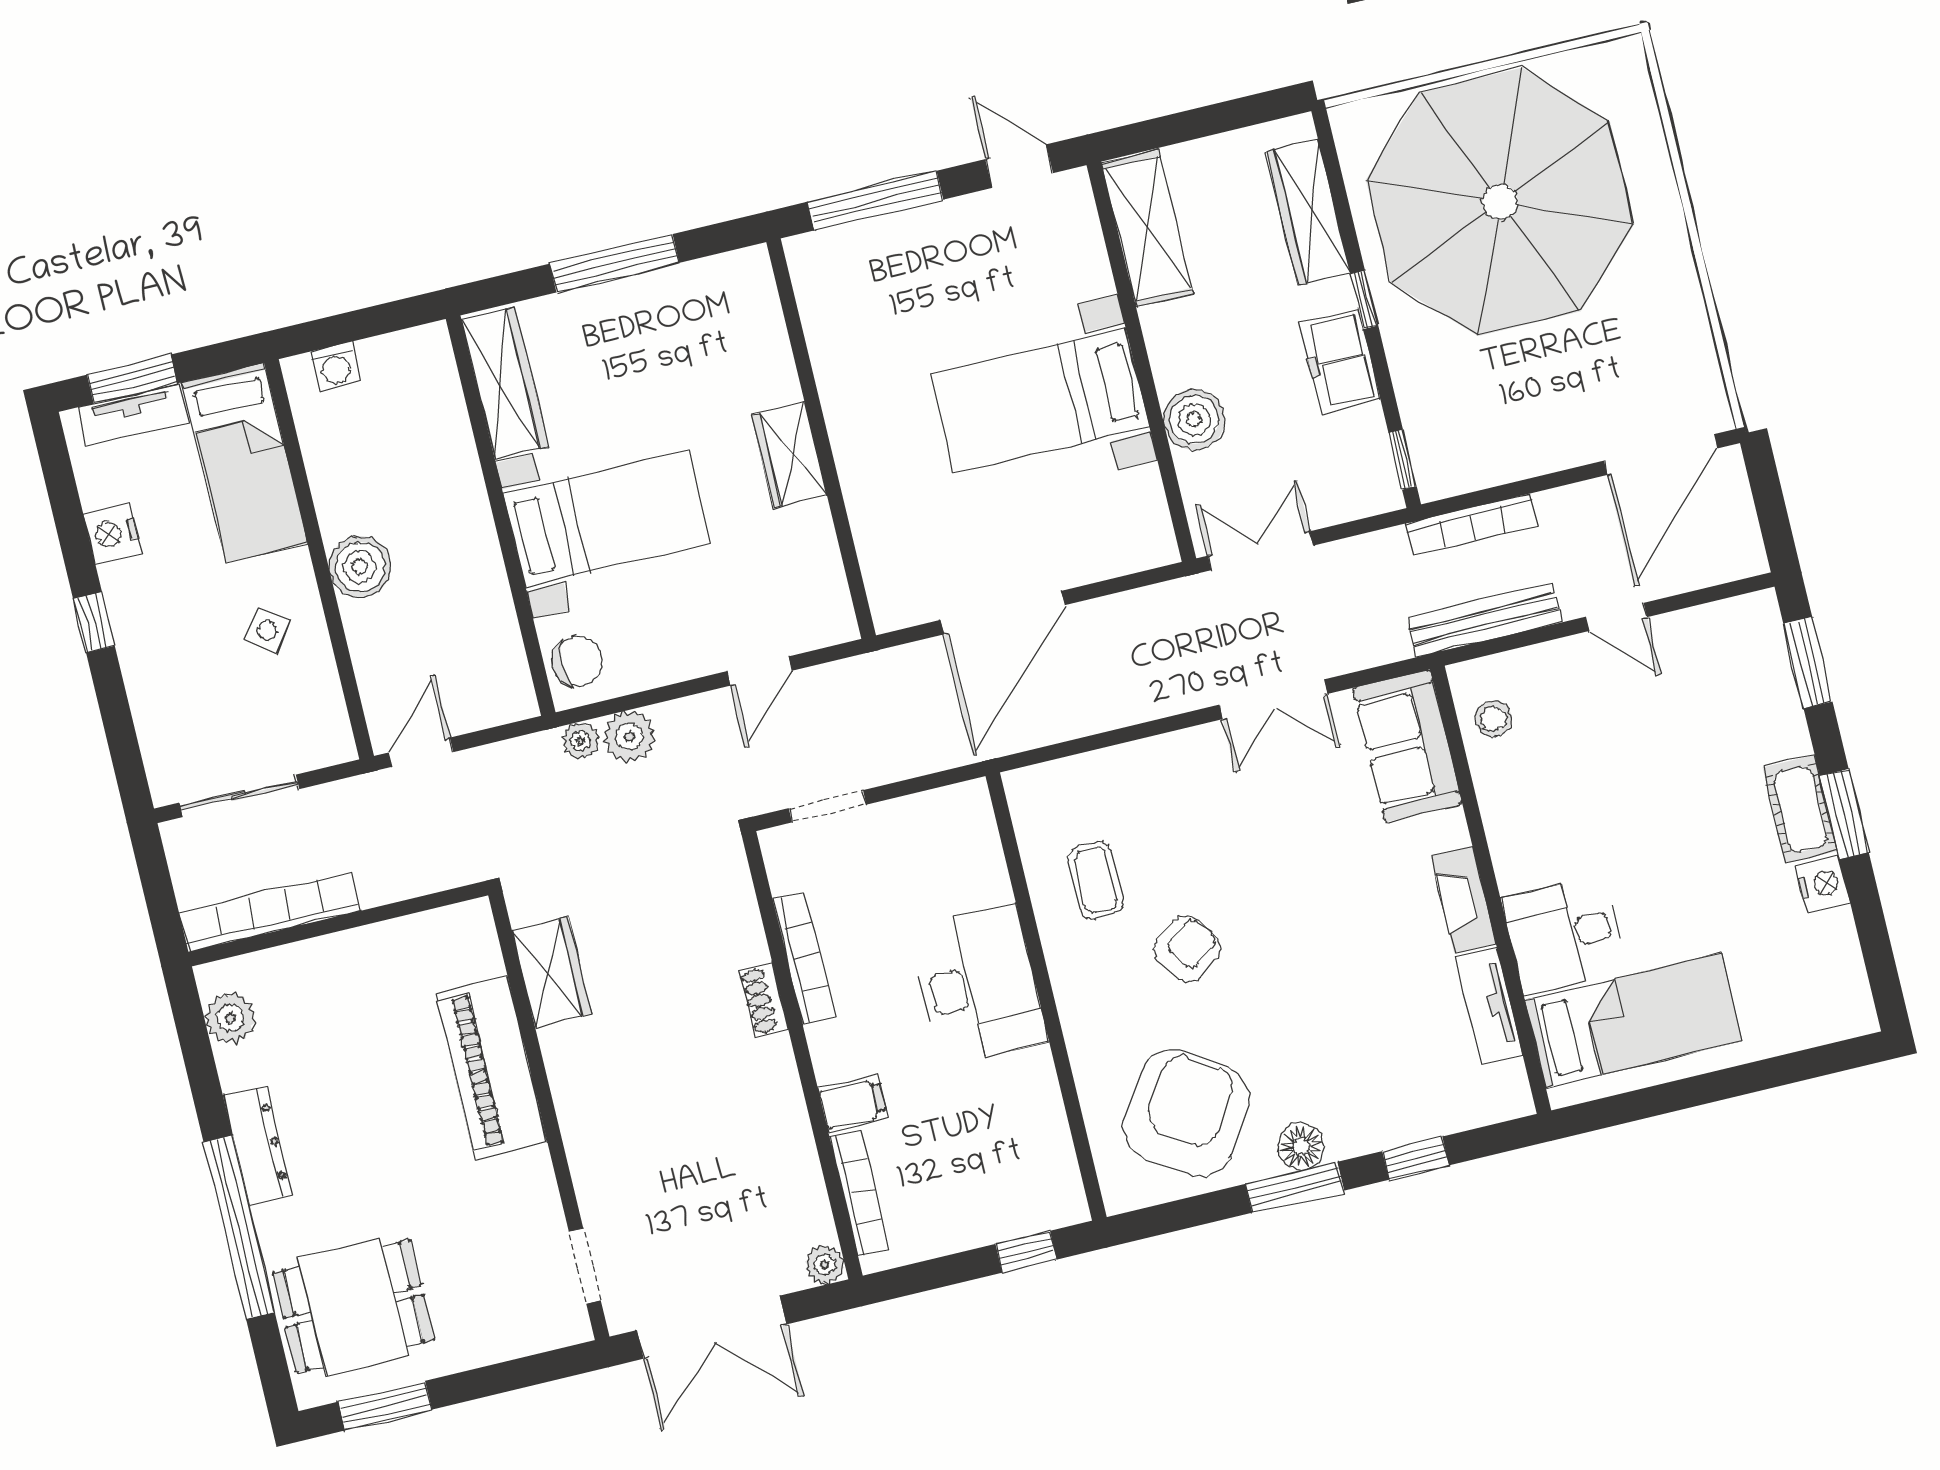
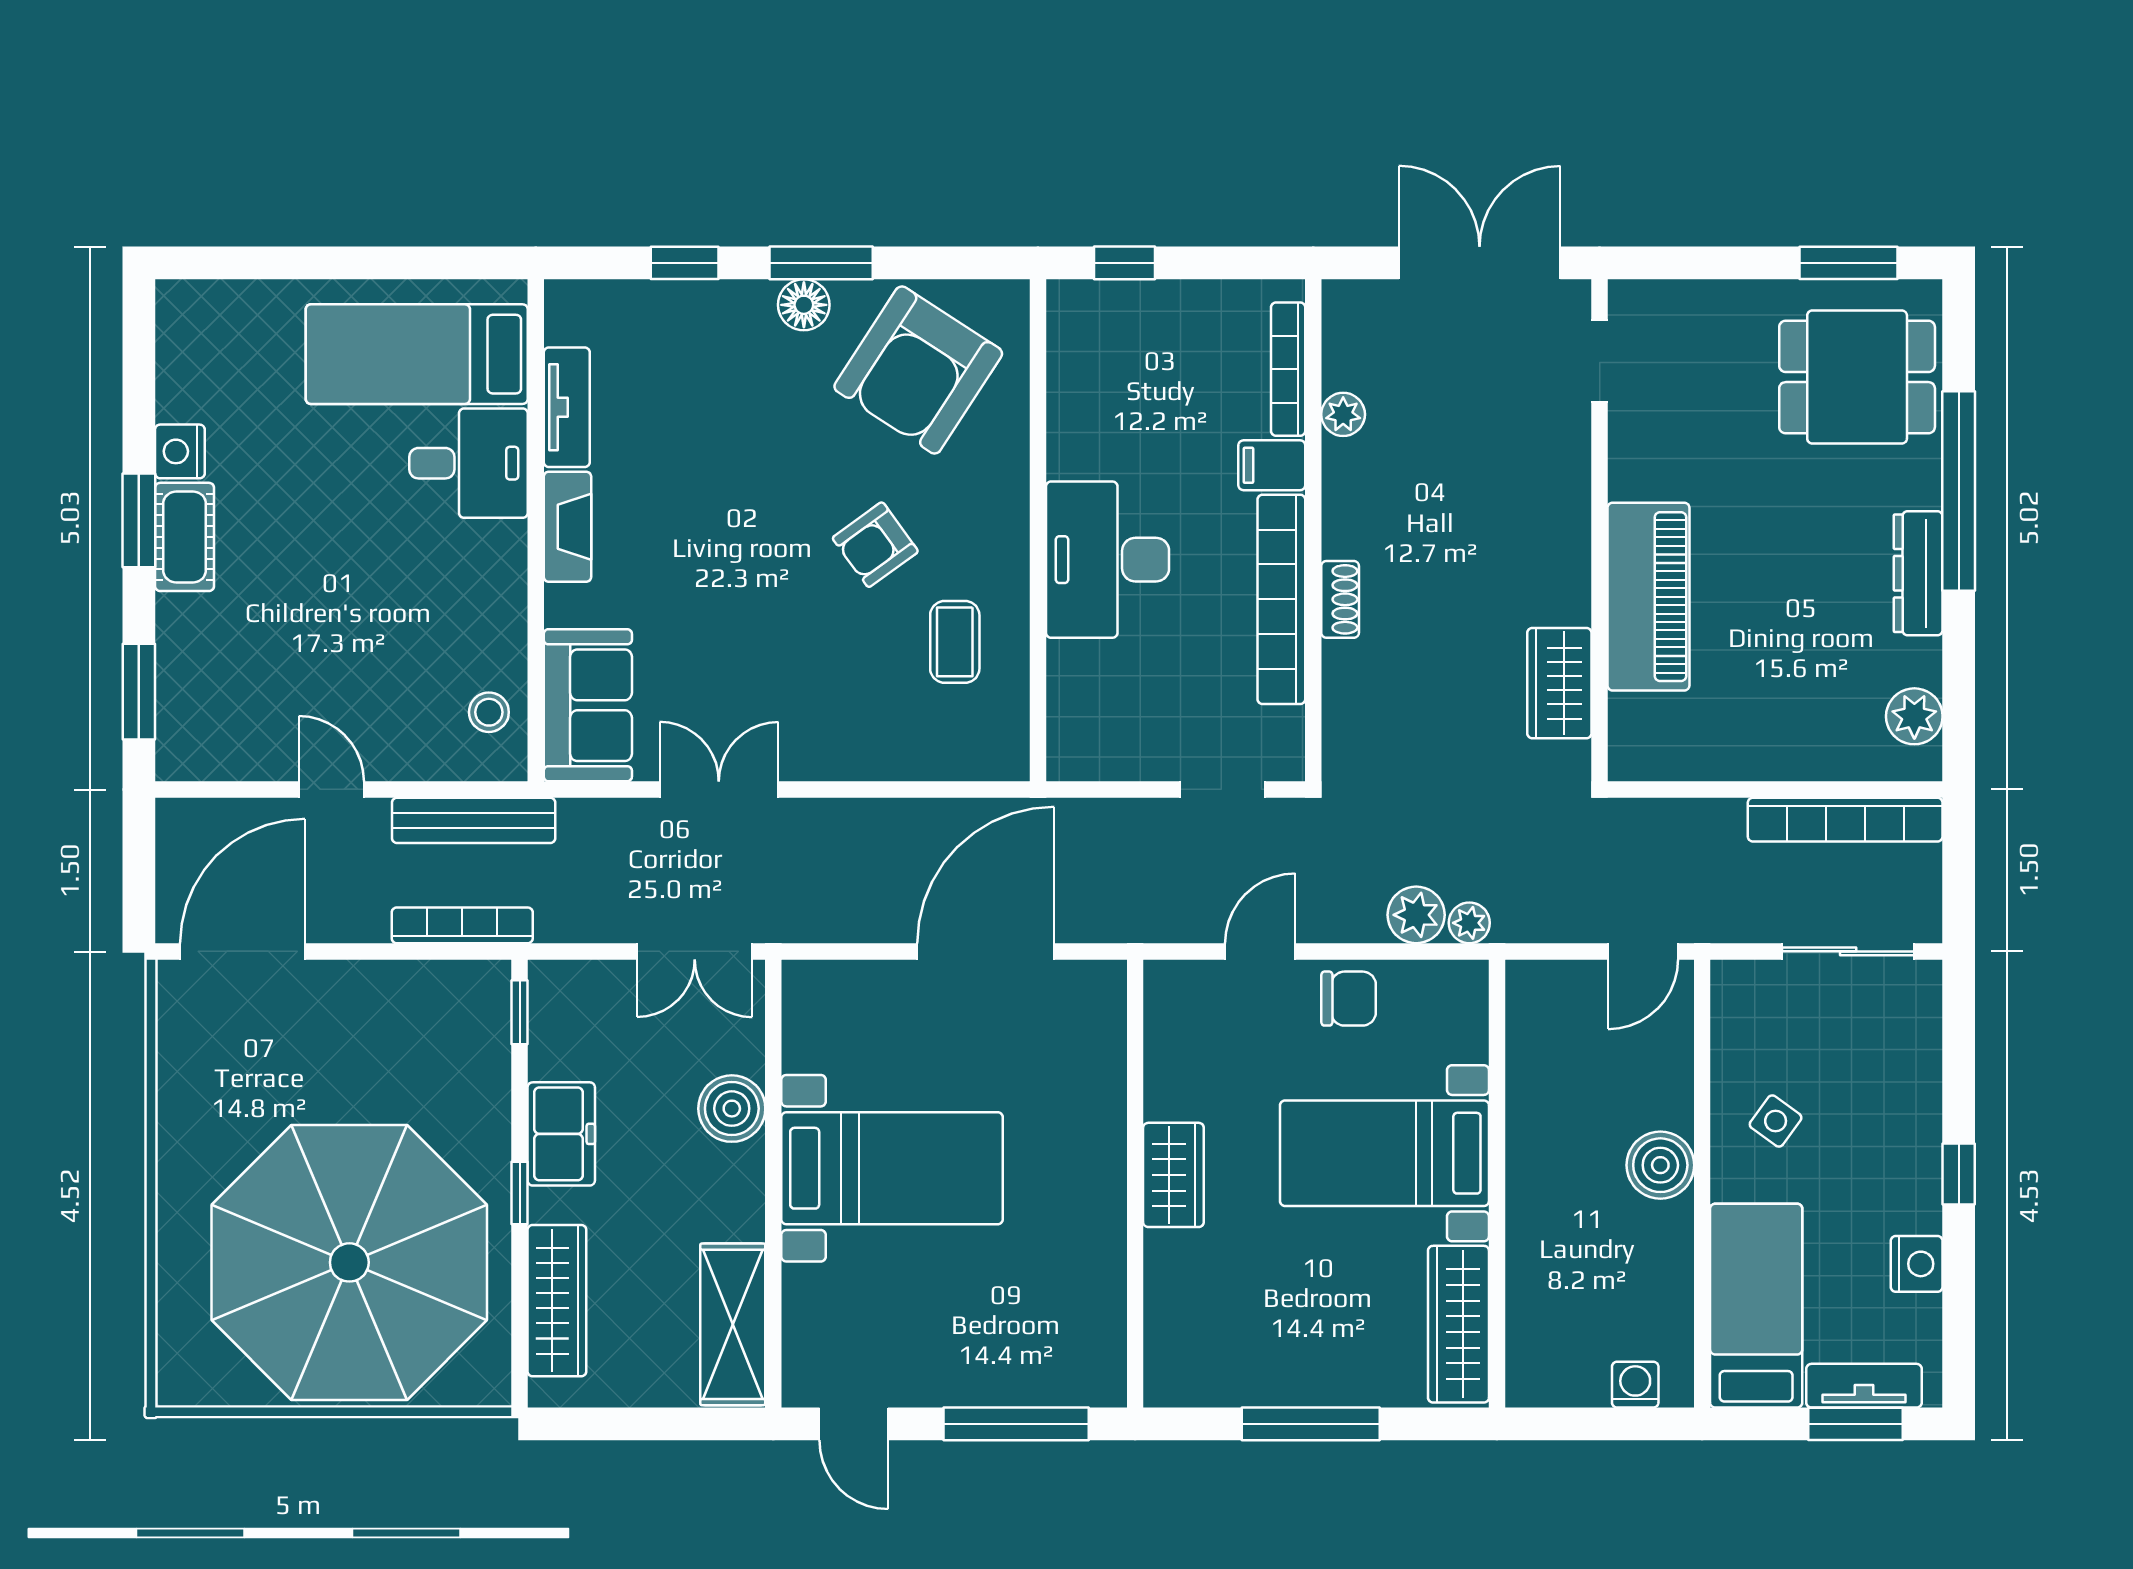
chair: (577, 661) -> (1349, 999), moved, turned 180
bookcase: (803, 958) -> (1281, 599), width x1.48, depth x1.31
plant: (825, 1265) -> (1343, 414), moved

